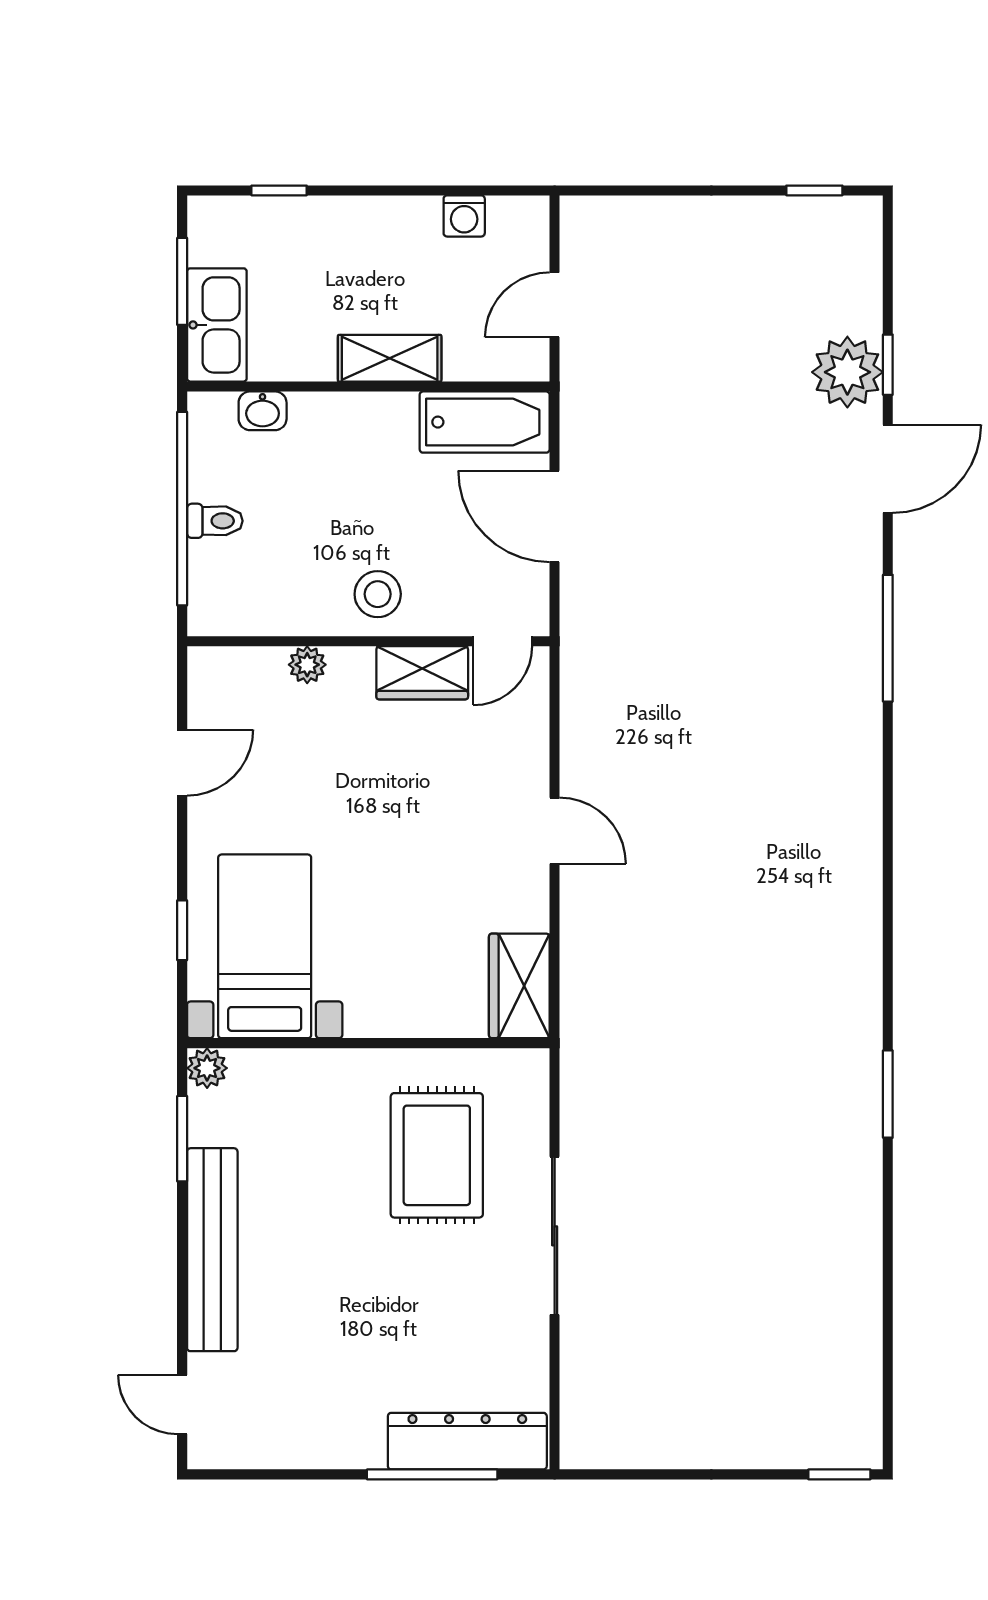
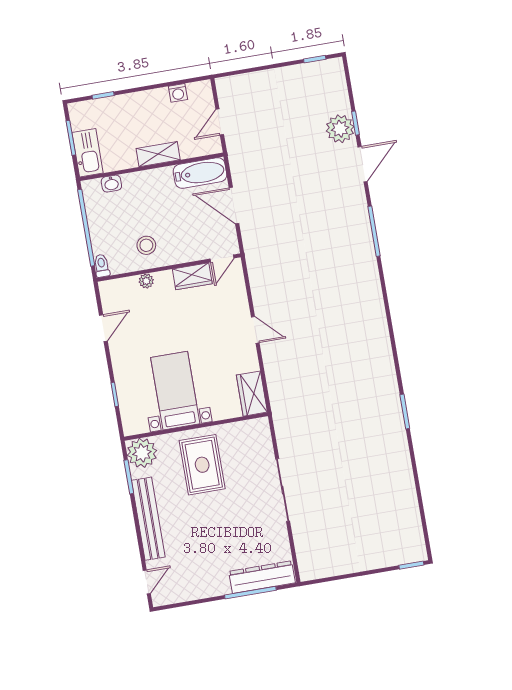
toilet: (215, 521) -> (102, 266), moved, turned -90
stool: (378, 594) -> (146, 245), moved
bed with nightstands: (265, 946) -> (175, 391), moved
plant: (207, 1068) -> (142, 453), width x1.88, depth x1.88
rug: (437, 1155) -> (202, 465), moved
door: (182, 1405) -> (147, 582), swing flipped

